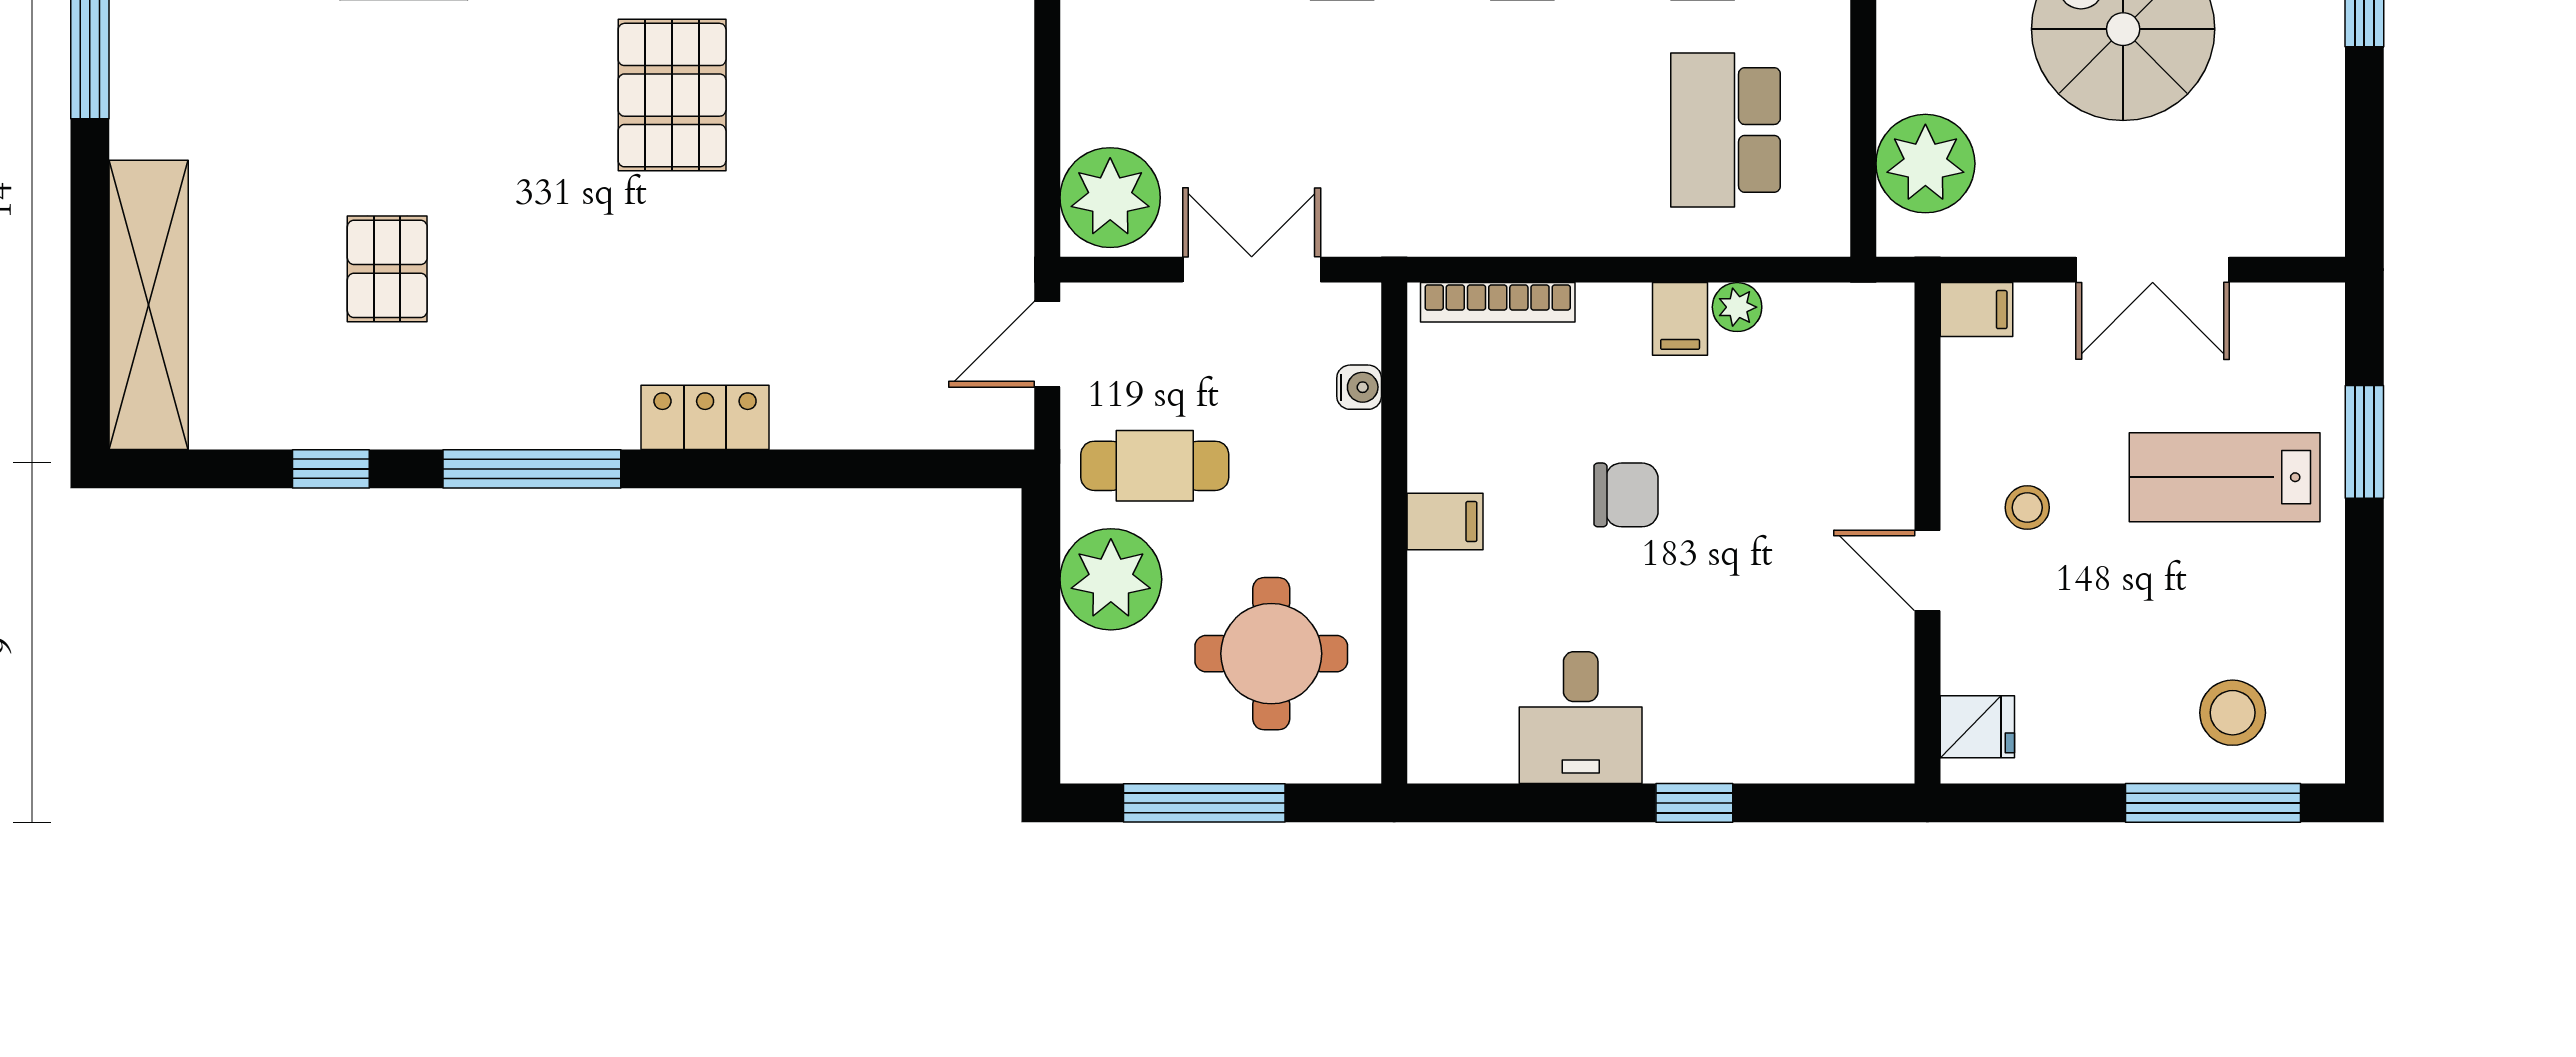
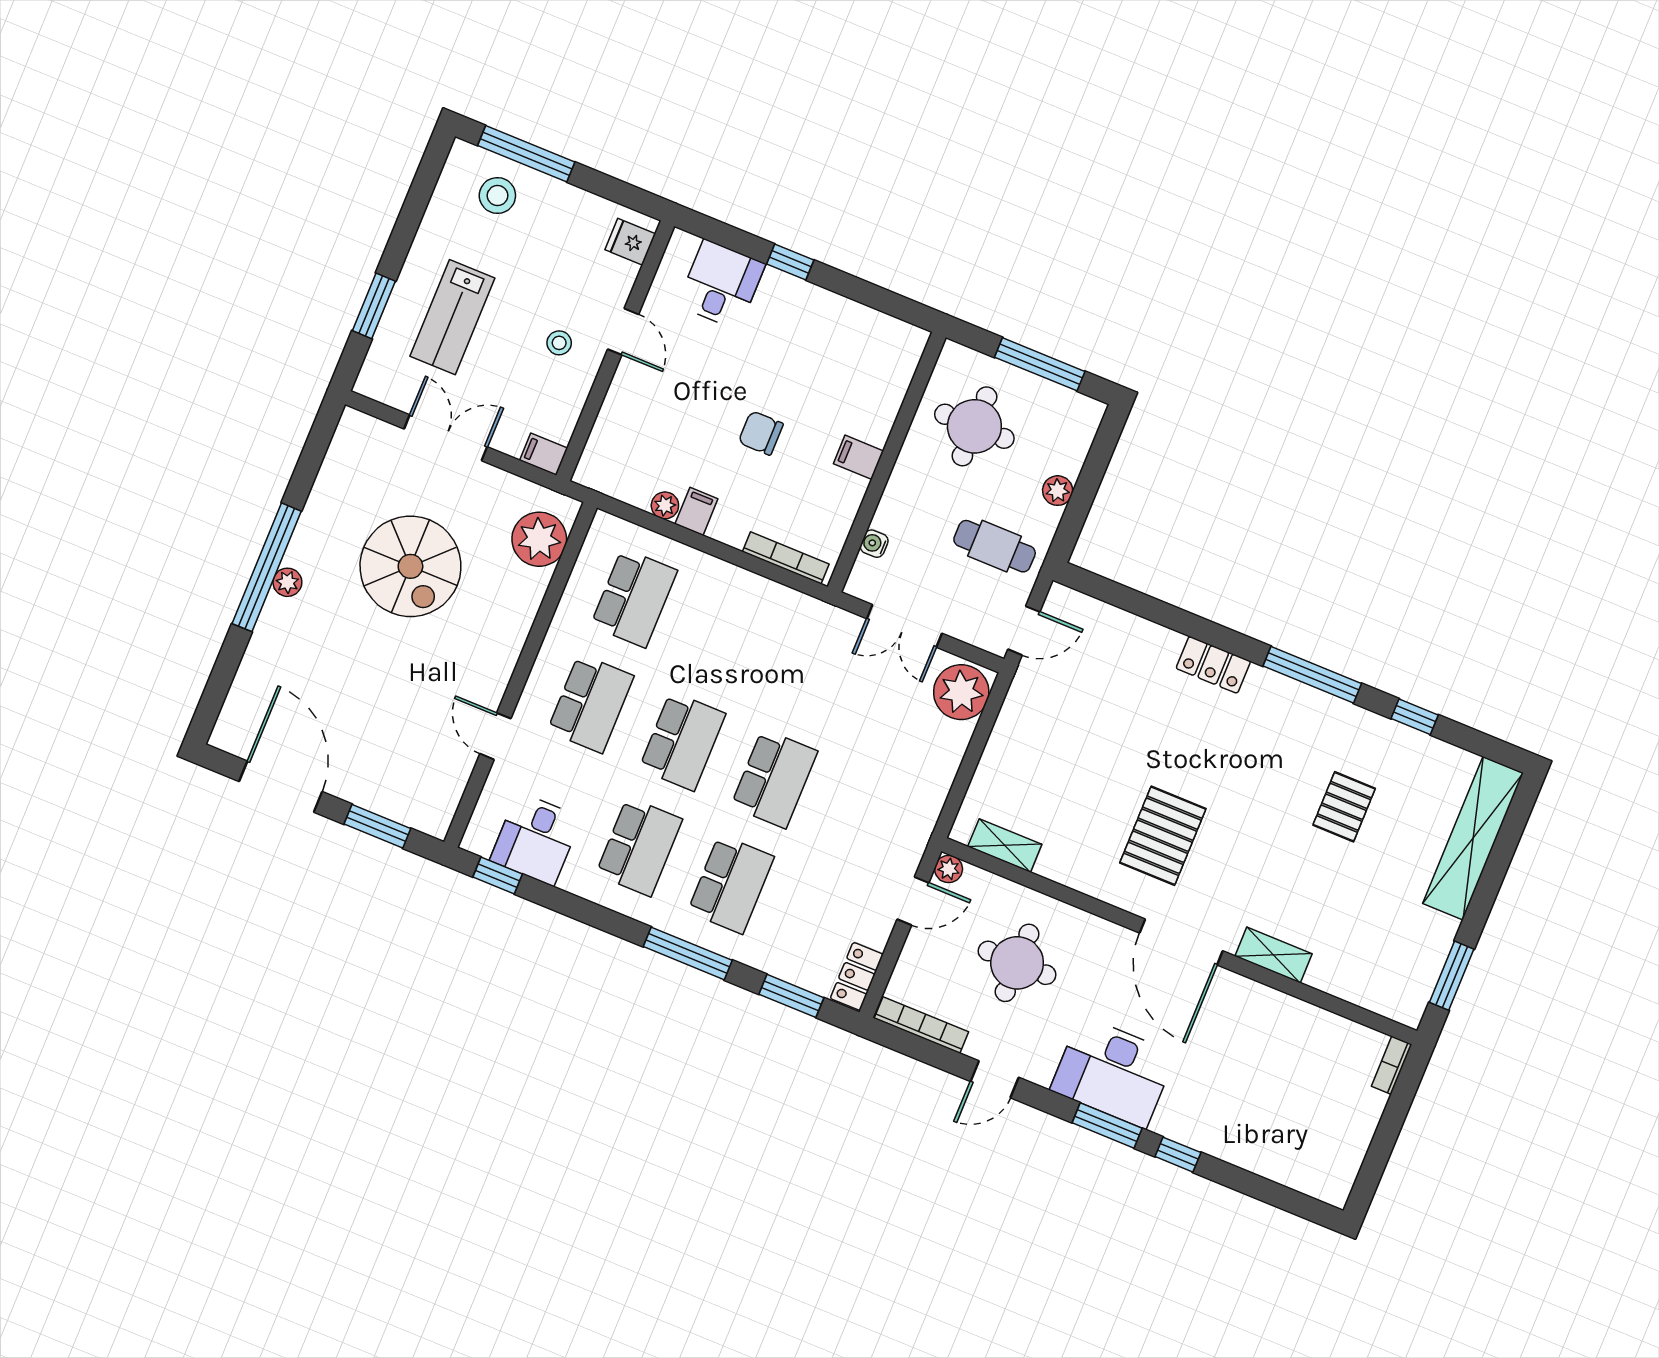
lab bench: (2225, 477) -> (452, 317), turned 90
plant: (1111, 579) -> (1058, 491), width x0.53, depth x0.53
desk: (1581, 718) -> (721, 284), moved

